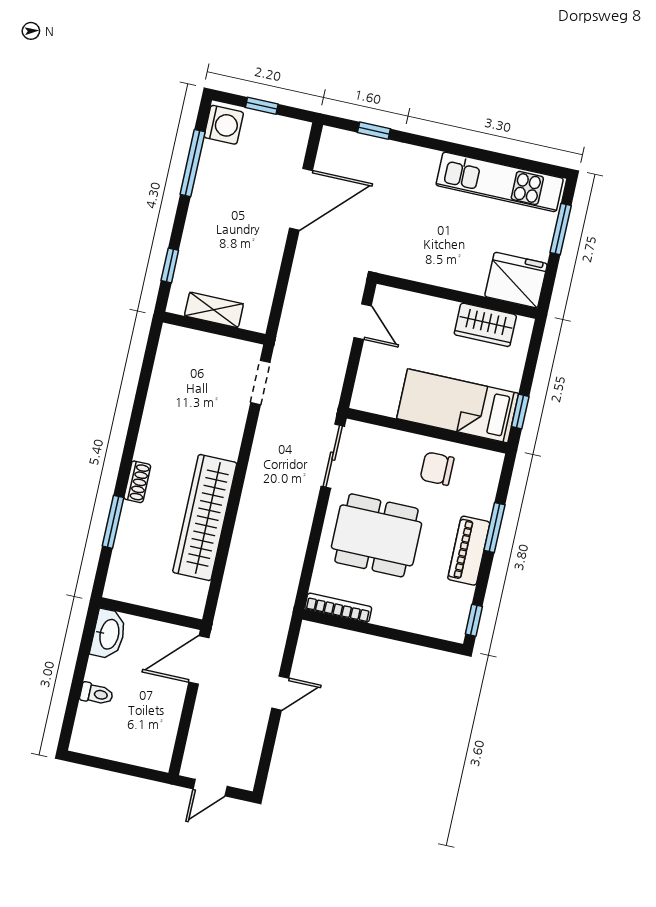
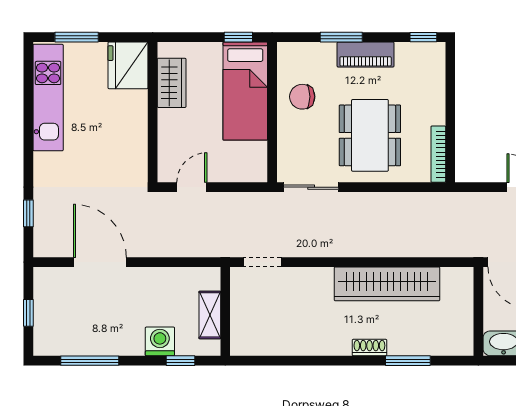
washing machine: (224, 125) -> (160, 341), moved
chair: (437, 469) -> (302, 97), turned 90

